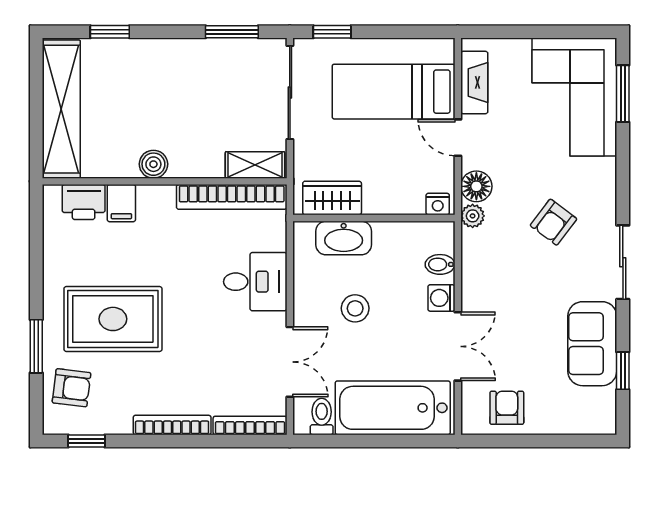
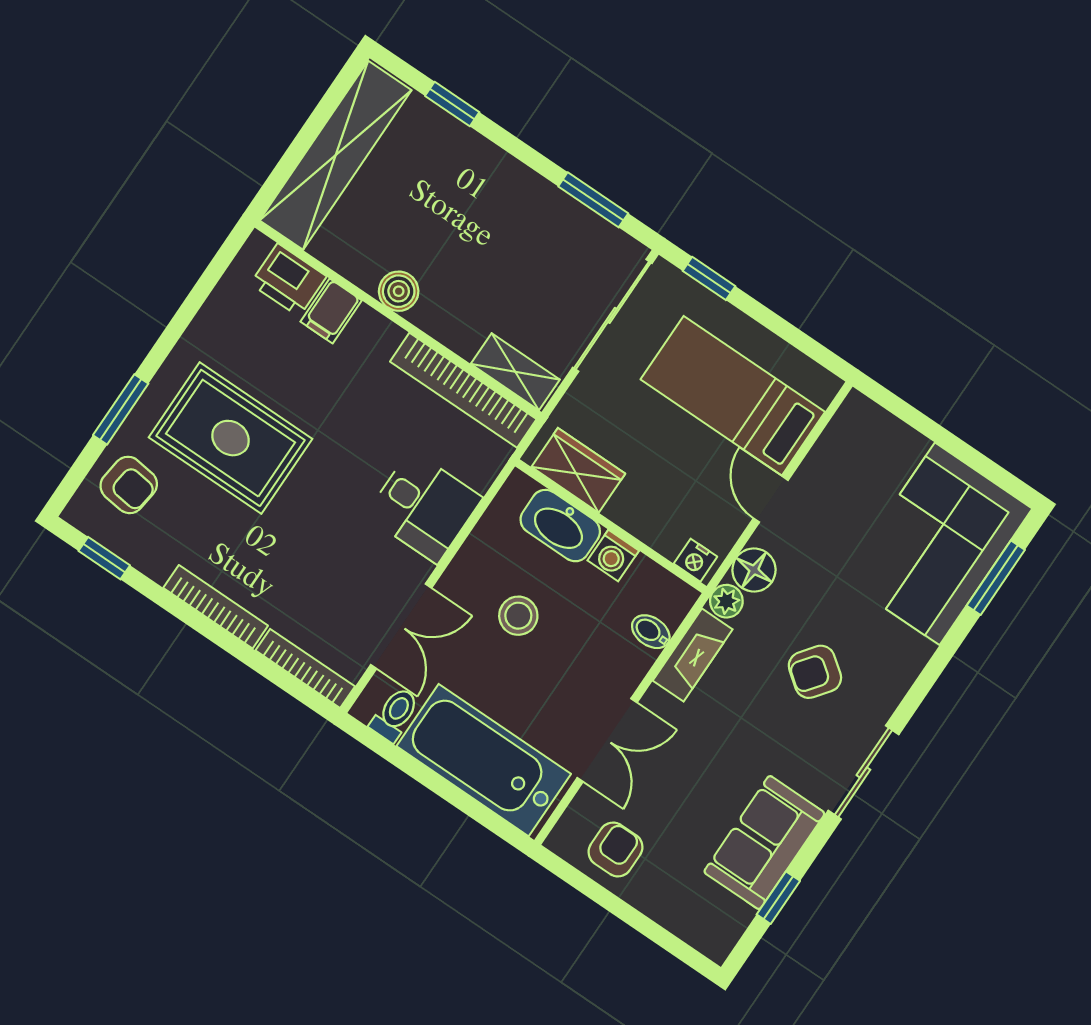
fireplace: (474, 82) -> (693, 655), moved
washing machine: (441, 298) -> (613, 556), moved, turned -90

